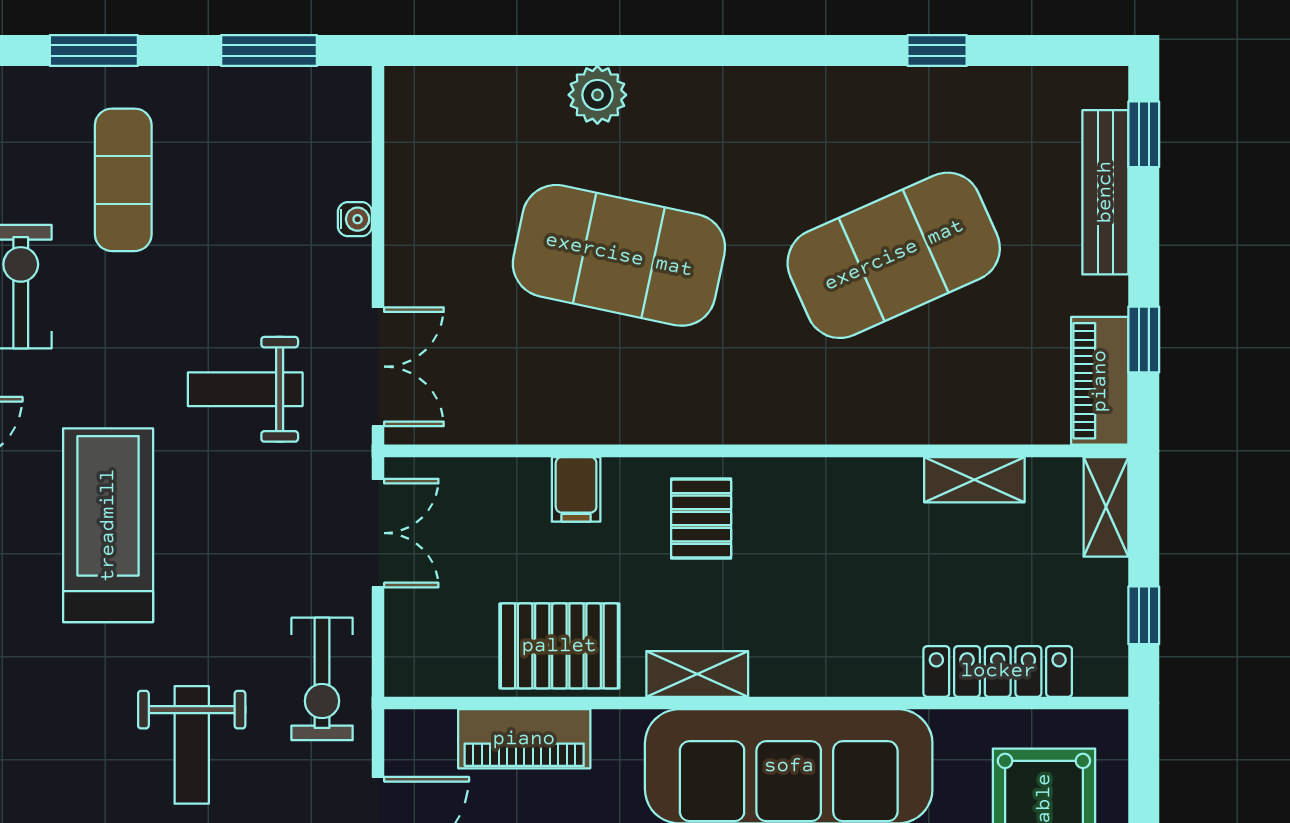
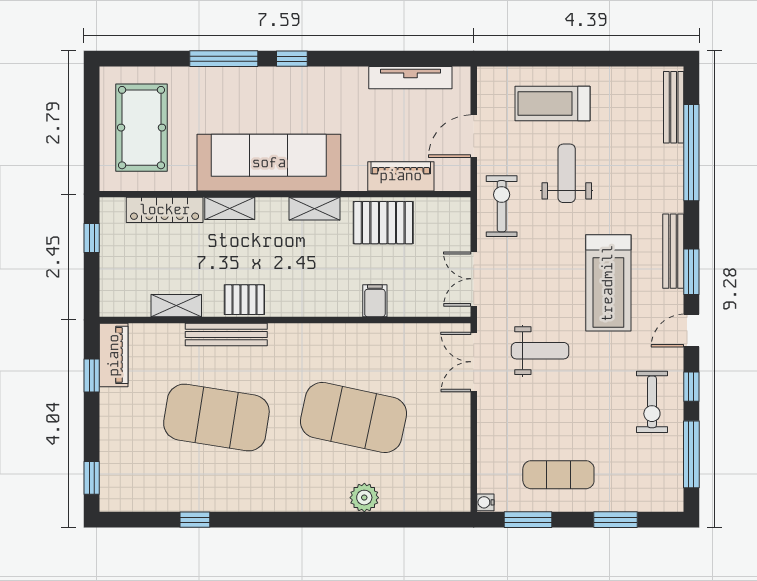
exercise mat: (123, 180) -> (558, 475), moved, turned 90
bench: (1105, 192) -> (226, 334), moved, turned 90
water cooler: (355, 219) -> (485, 502), moved
exercise mat: (894, 255) -> (216, 417), turned 33
shelving: (1106, 507) -> (230, 208), moved, turned 90
pallet: (701, 518) -> (244, 300), moved, turned 90

